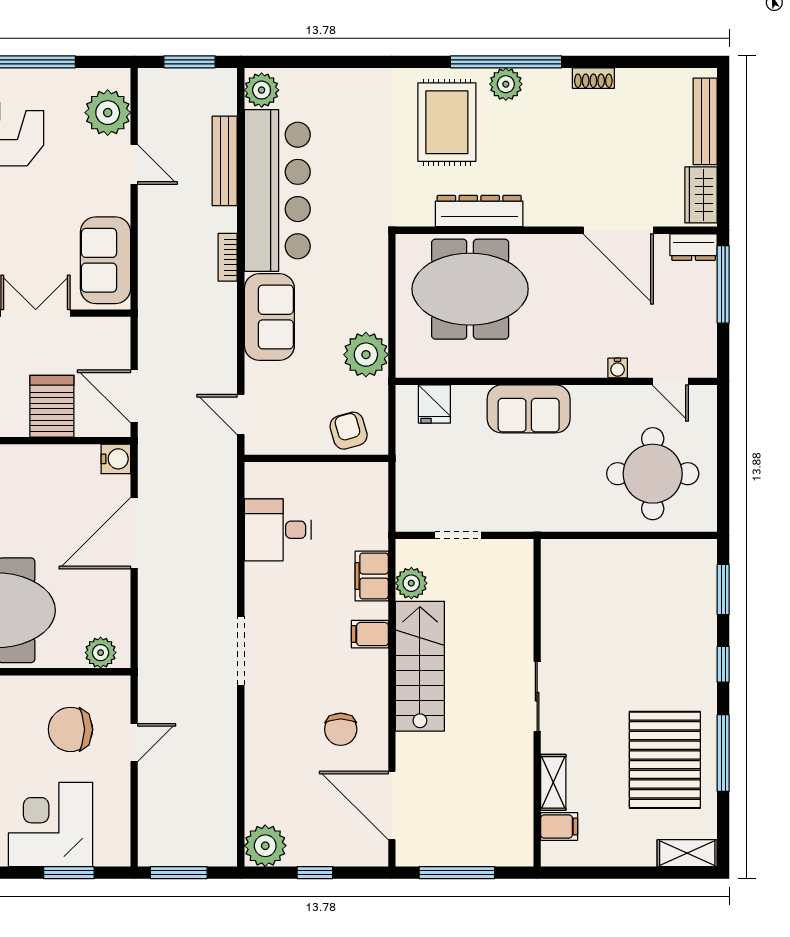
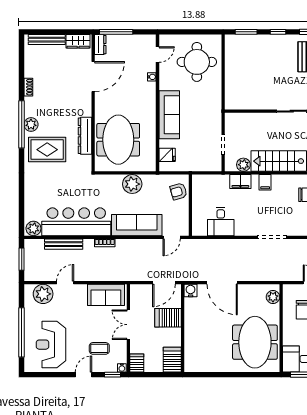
sofa: (269, 317) -> (137, 225), width x1.36
plant: (366, 355) -> (132, 184), moved
sofa: (529, 409) -> (169, 115), width x1.36

